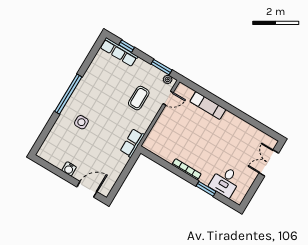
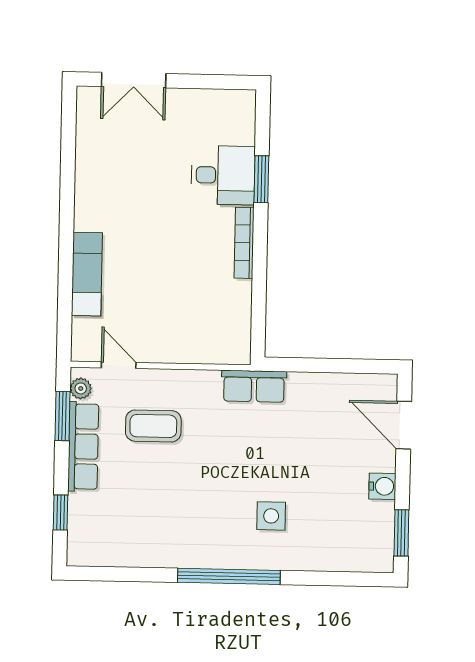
row of seats: (119, 52) -> (83, 446), moved
window: (48, 166) -> (401, 533), added
desk: (225, 181) -> (223, 175), moved

